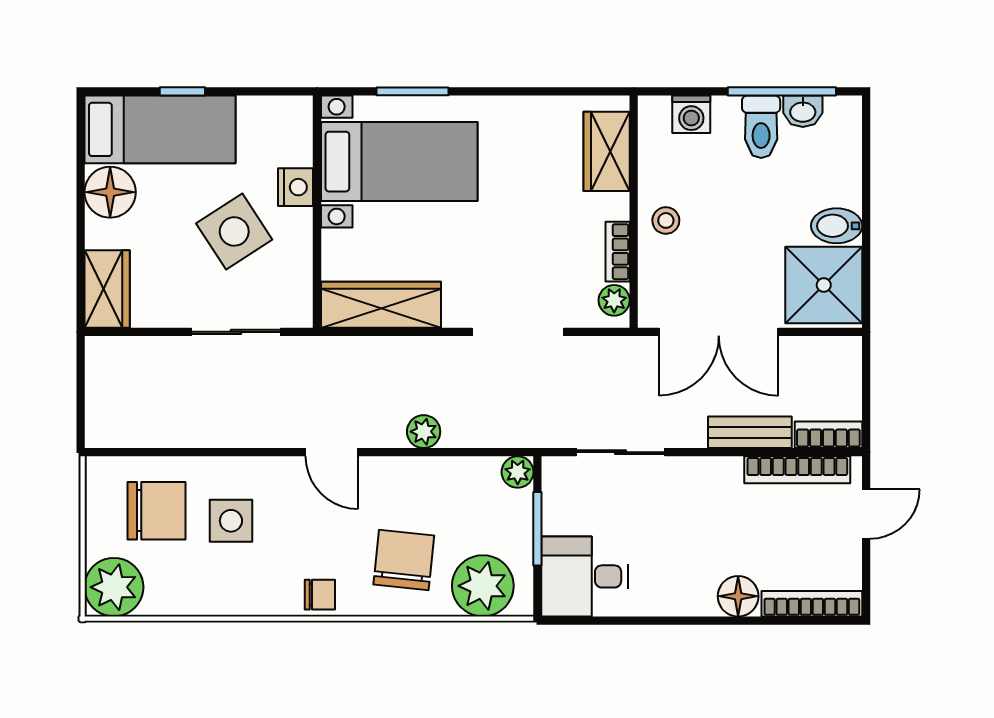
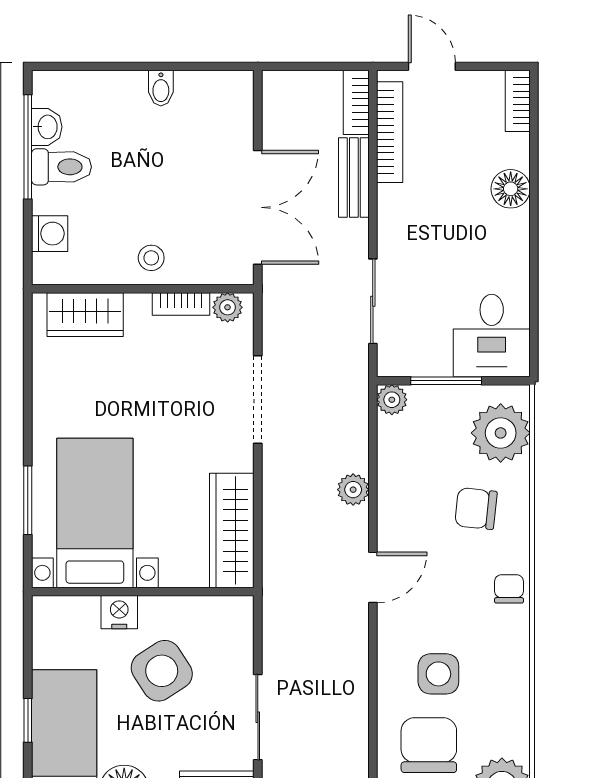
bidet: (837, 226) -> (161, 88), width x0.72, depth x0.74
shower: (824, 285) -> (213, 107), removed
sliding door: (236, 332) -> (258, 717), moved
chair: (404, 560) -> (476, 509), width x0.73, depth x0.73
bookcase: (812, 604) -> (518, 101), width x0.64

